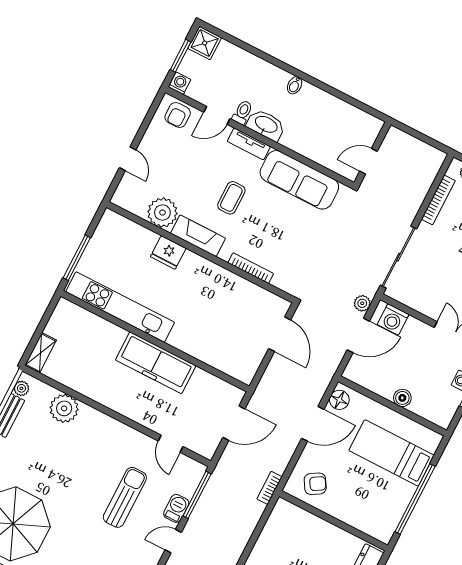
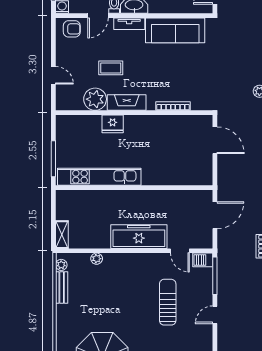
armchair: (178, 115) -> (72, 29), turned -90
coffee table: (231, 198) -> (111, 68), moved, turned 90
freezer: (156, 363) -> (139, 237), moved, turned 180
plant: (64, 408) -> (97, 259), width x0.53, depth x0.53
barbecue: (176, 508) -> (203, 260), moved, turned -90

